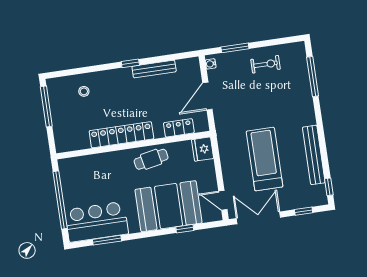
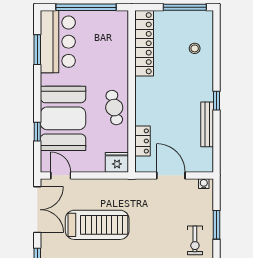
window: (235, 48) -> (217, 225), moved
locker: (121, 135) -> (144, 43), moved
door: (223, 200) -> (61, 175), hinge flipped

